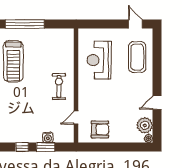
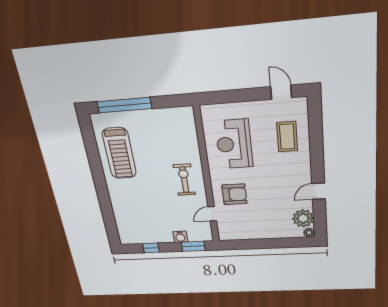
coffee table: (137, 57) -> (287, 137), width x0.73, depth x0.76
armchair: (100, 129) -> (234, 194), moved
window: (46, 147) -> (193, 246), moved

